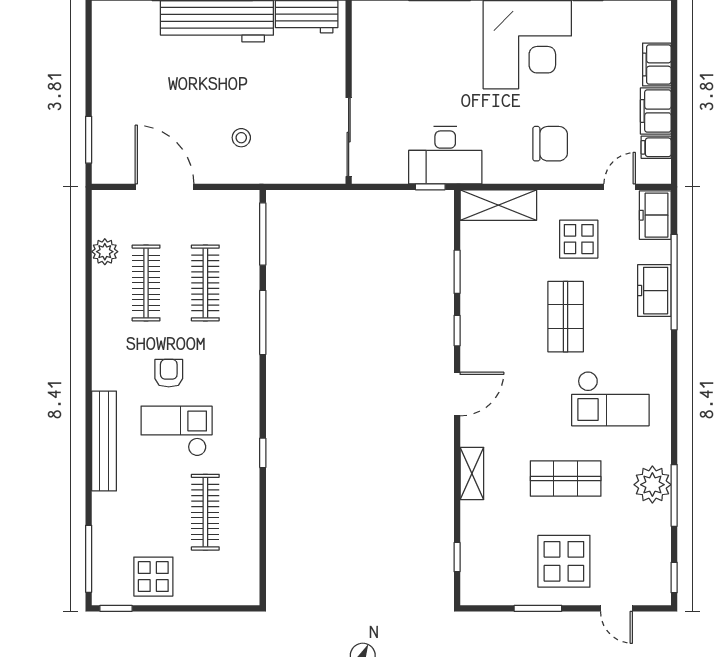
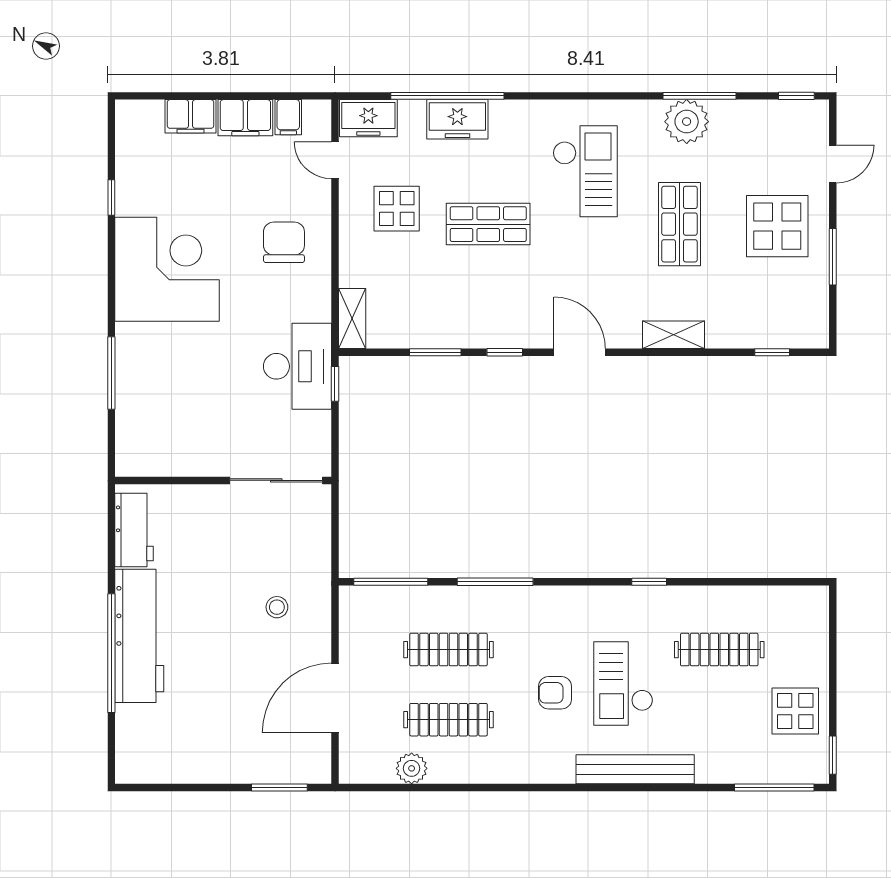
shelving: (498, 205) -> (352, 319), width x0.67, depth x0.75

